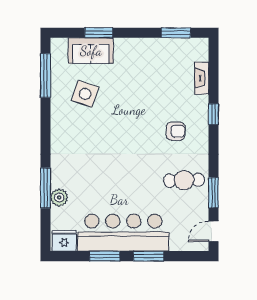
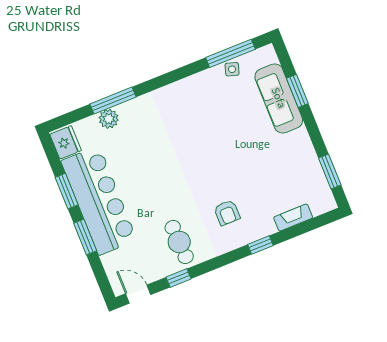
sofa: (91, 51) -> (279, 98), width x1.36
side table: (85, 94) -> (232, 69), moved, width x0.54, depth x0.54
window: (213, 193) -> (178, 278), width x0.67

